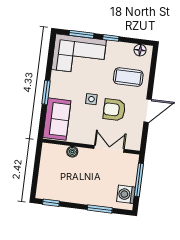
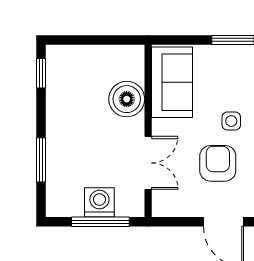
sofa: (57, 119) -> (172, 82), moved, turned -90
boiler: (72, 152) -> (127, 99), width x1.86, depth x1.86
washing machine: (126, 194) -> (99, 202), moved

